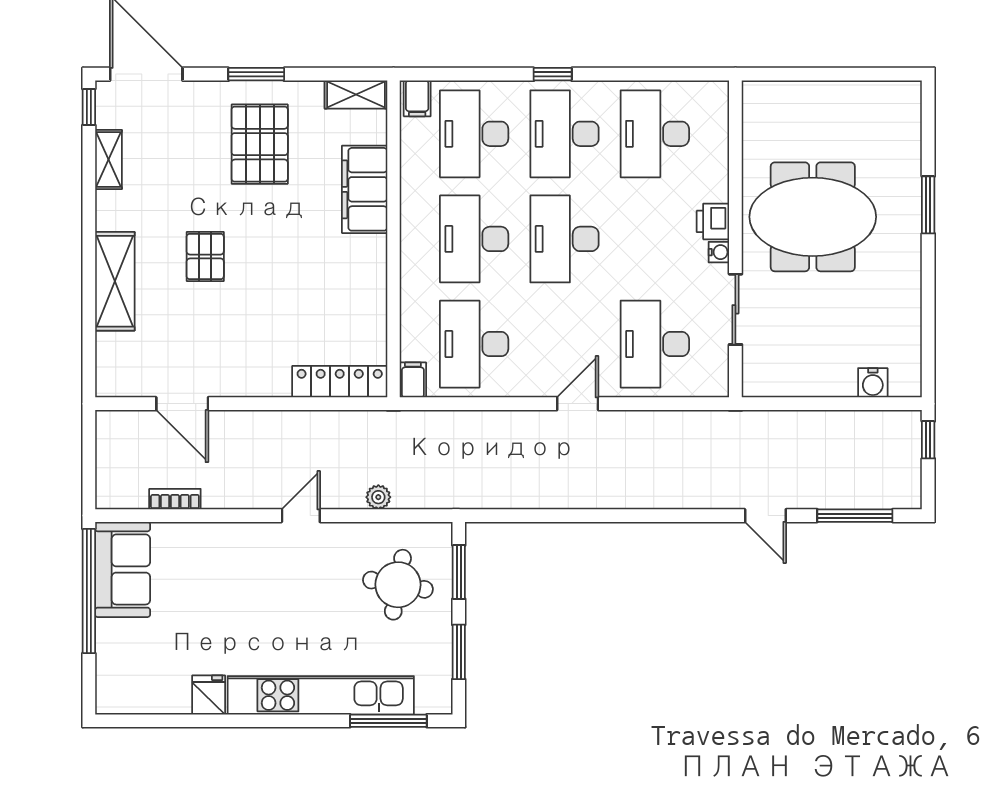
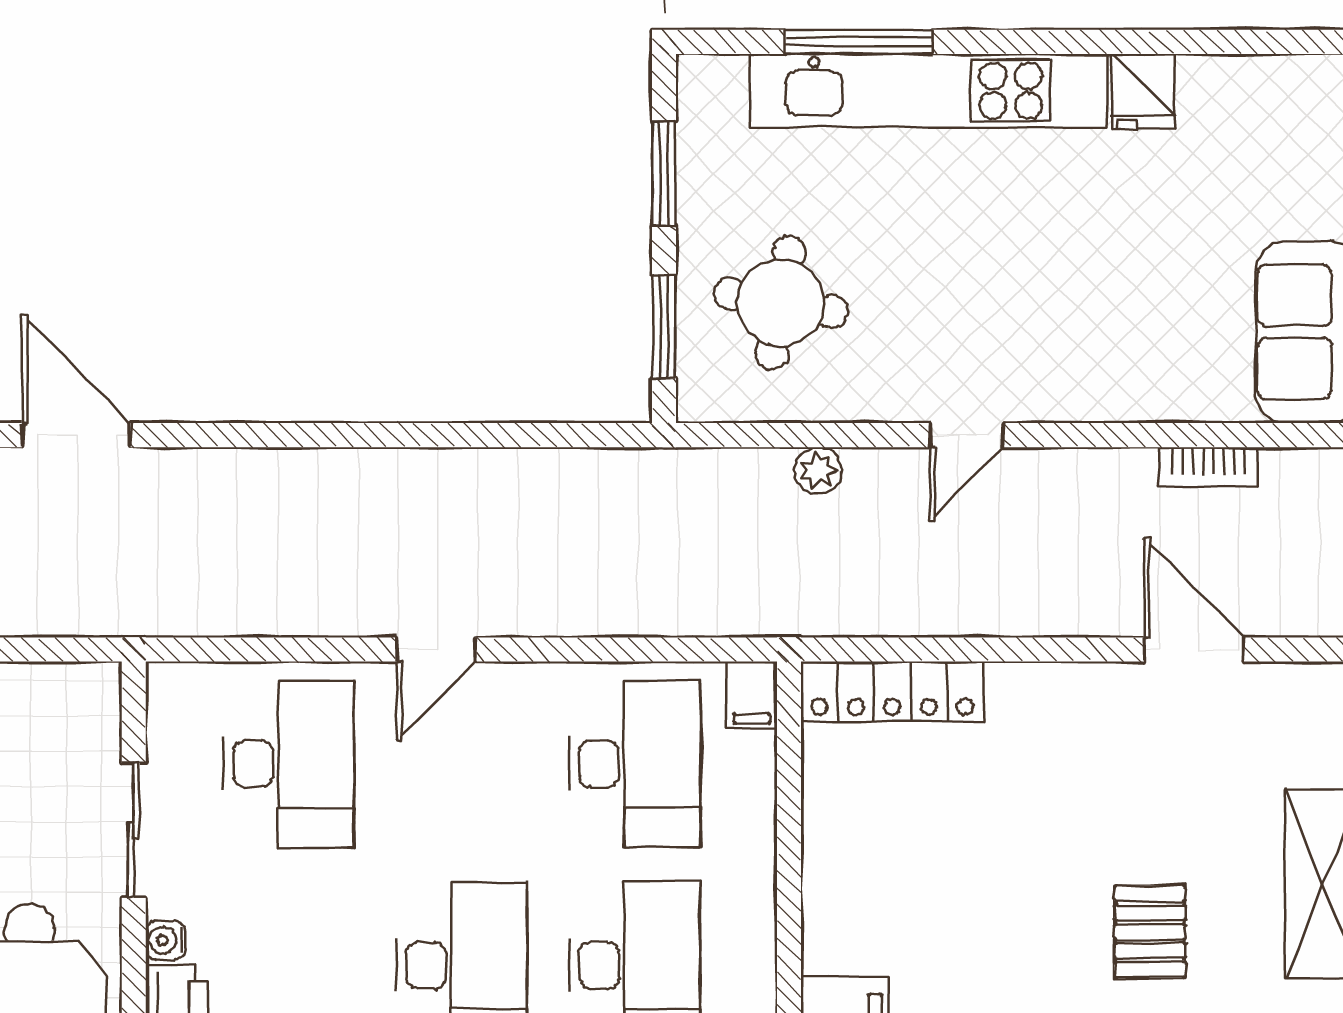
door: (765, 516) -> (76, 435), width x1.38
window: (388, 721) -> (859, 42), moved

